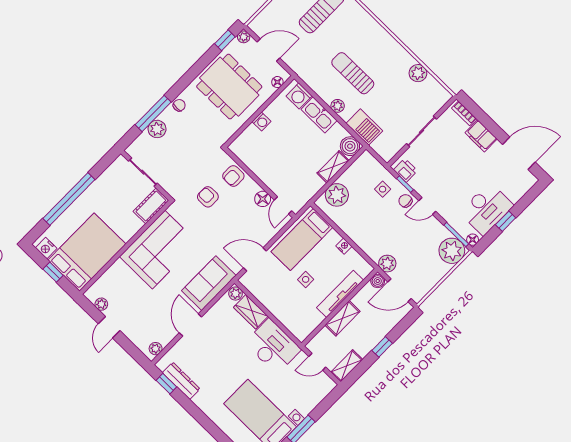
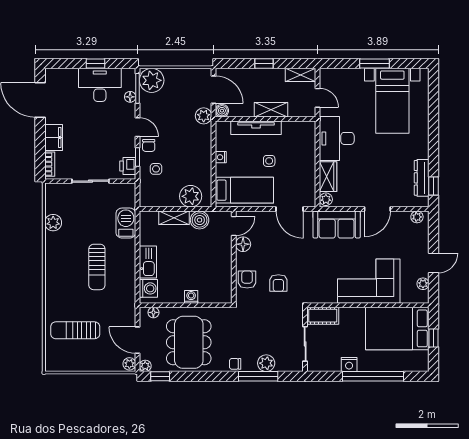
plant: (338, 106) -> (129, 364), moved
boiler: (350, 146) -> (200, 220), moved
armchair: (233, 176) -> (247, 280), turned -90
floor lamp: (473, 240) -> (130, 97), moved
nightstand: (46, 248) -> (349, 364), moved, turned 90
corner sofa: (159, 250) -> (369, 281), moved

